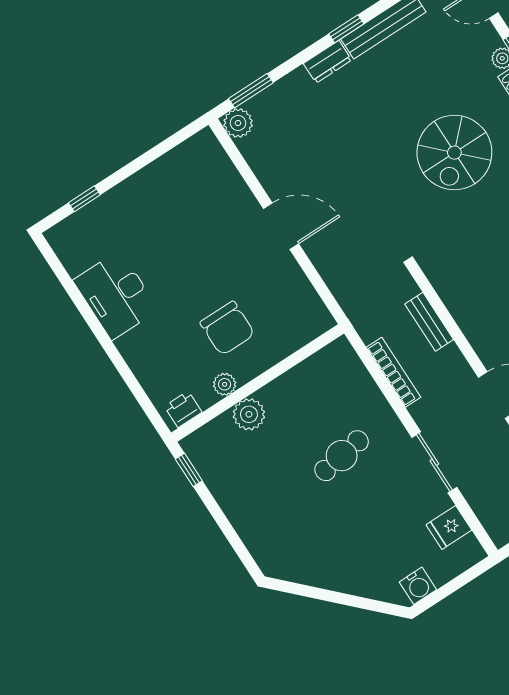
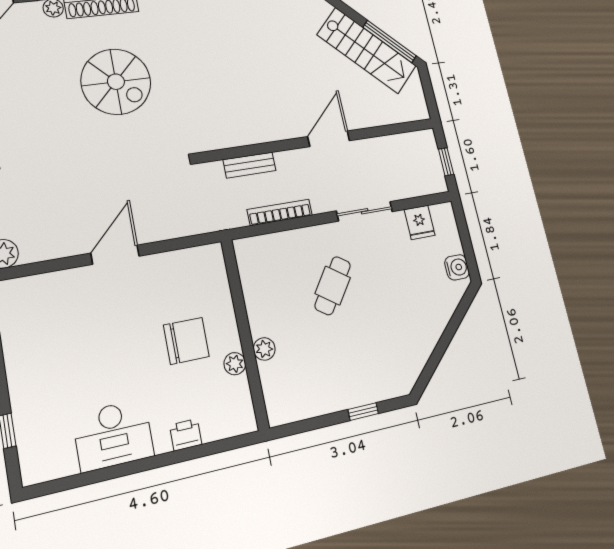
printer: (183, 409) -> (186, 435), moved, turned 90
plant: (249, 414) -> (264, 349), width x0.73, depth x0.73
cafe table: (342, 456) -> (333, 286), turned 44
window: (189, 470) -> (363, 412), moved

